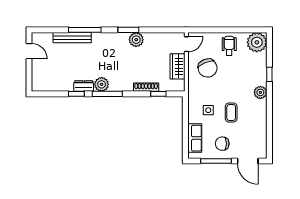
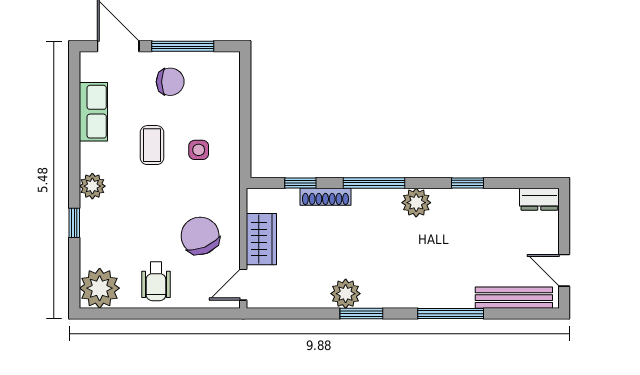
bench: (72, 38) -> (514, 298), moved
dresser: (84, 86) -> (539, 199), moved
window: (107, 94) -> (374, 183), moved
row of seats: (195, 138) -> (93, 112), moved, turned 180

